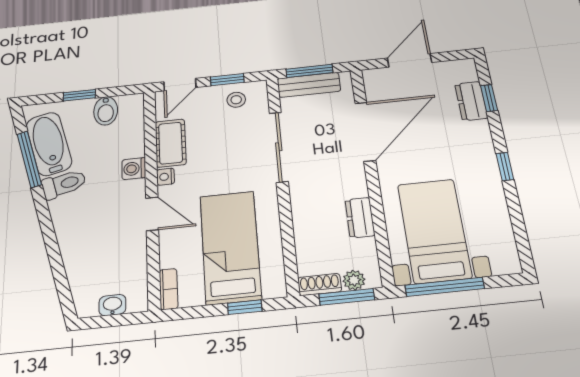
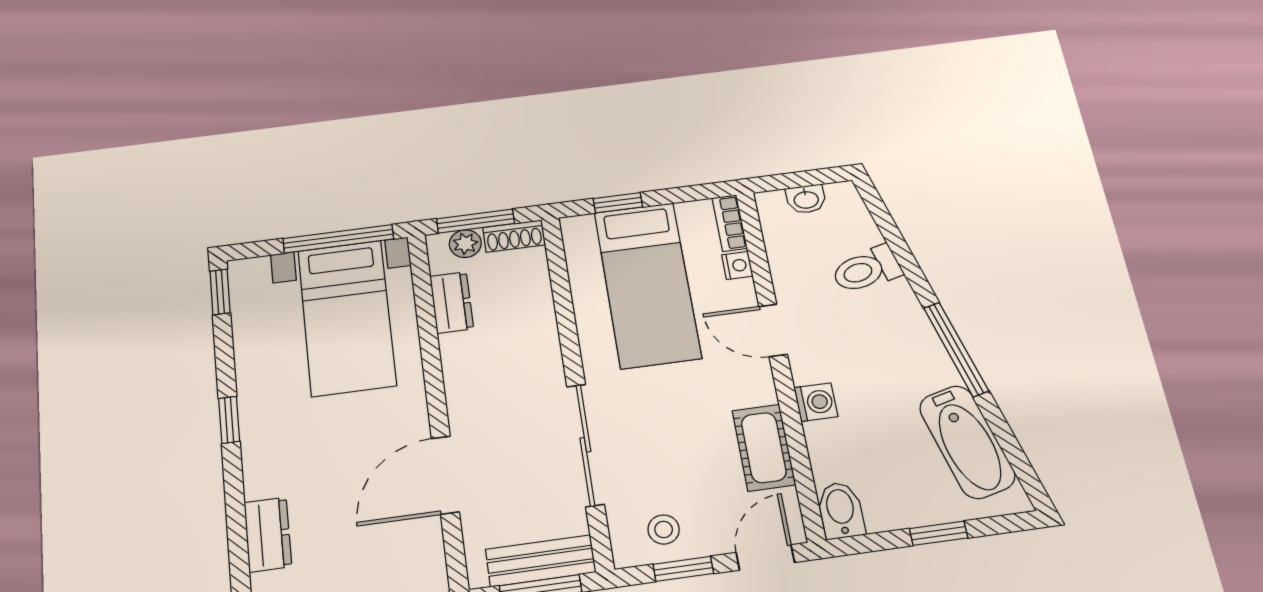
window: (489, 98) -> (220, 292), moved
bidet: (106, 111) -> (841, 510), moved
door: (365, 132) -> (445, 475), width x0.73
window: (29, 159) -> (956, 349), moved
nightstand: (165, 177) -> (737, 265), moved
toilet: (64, 184) -> (866, 270), moved
dresser: (360, 218) -> (452, 302), moved

